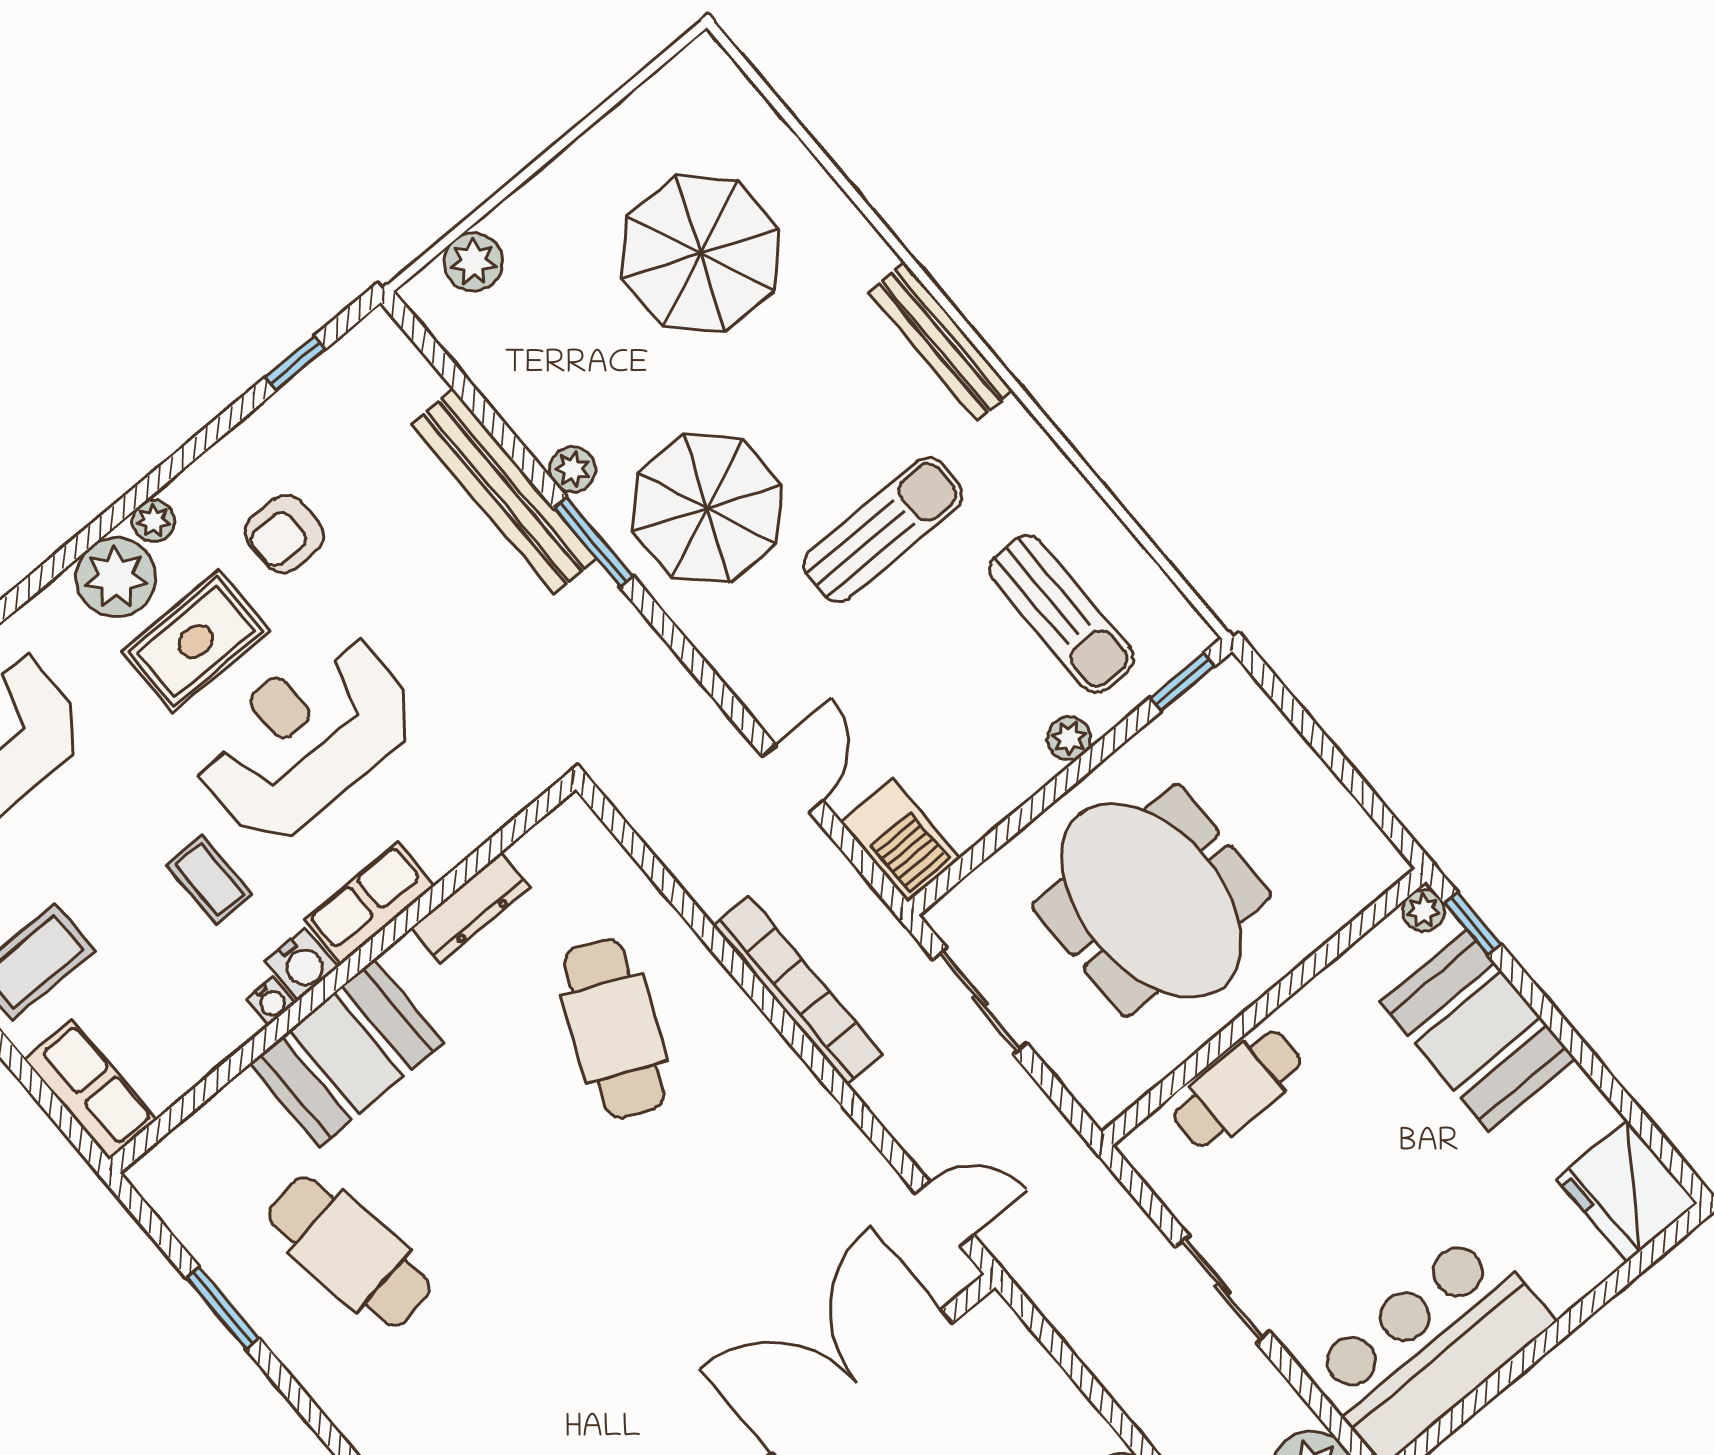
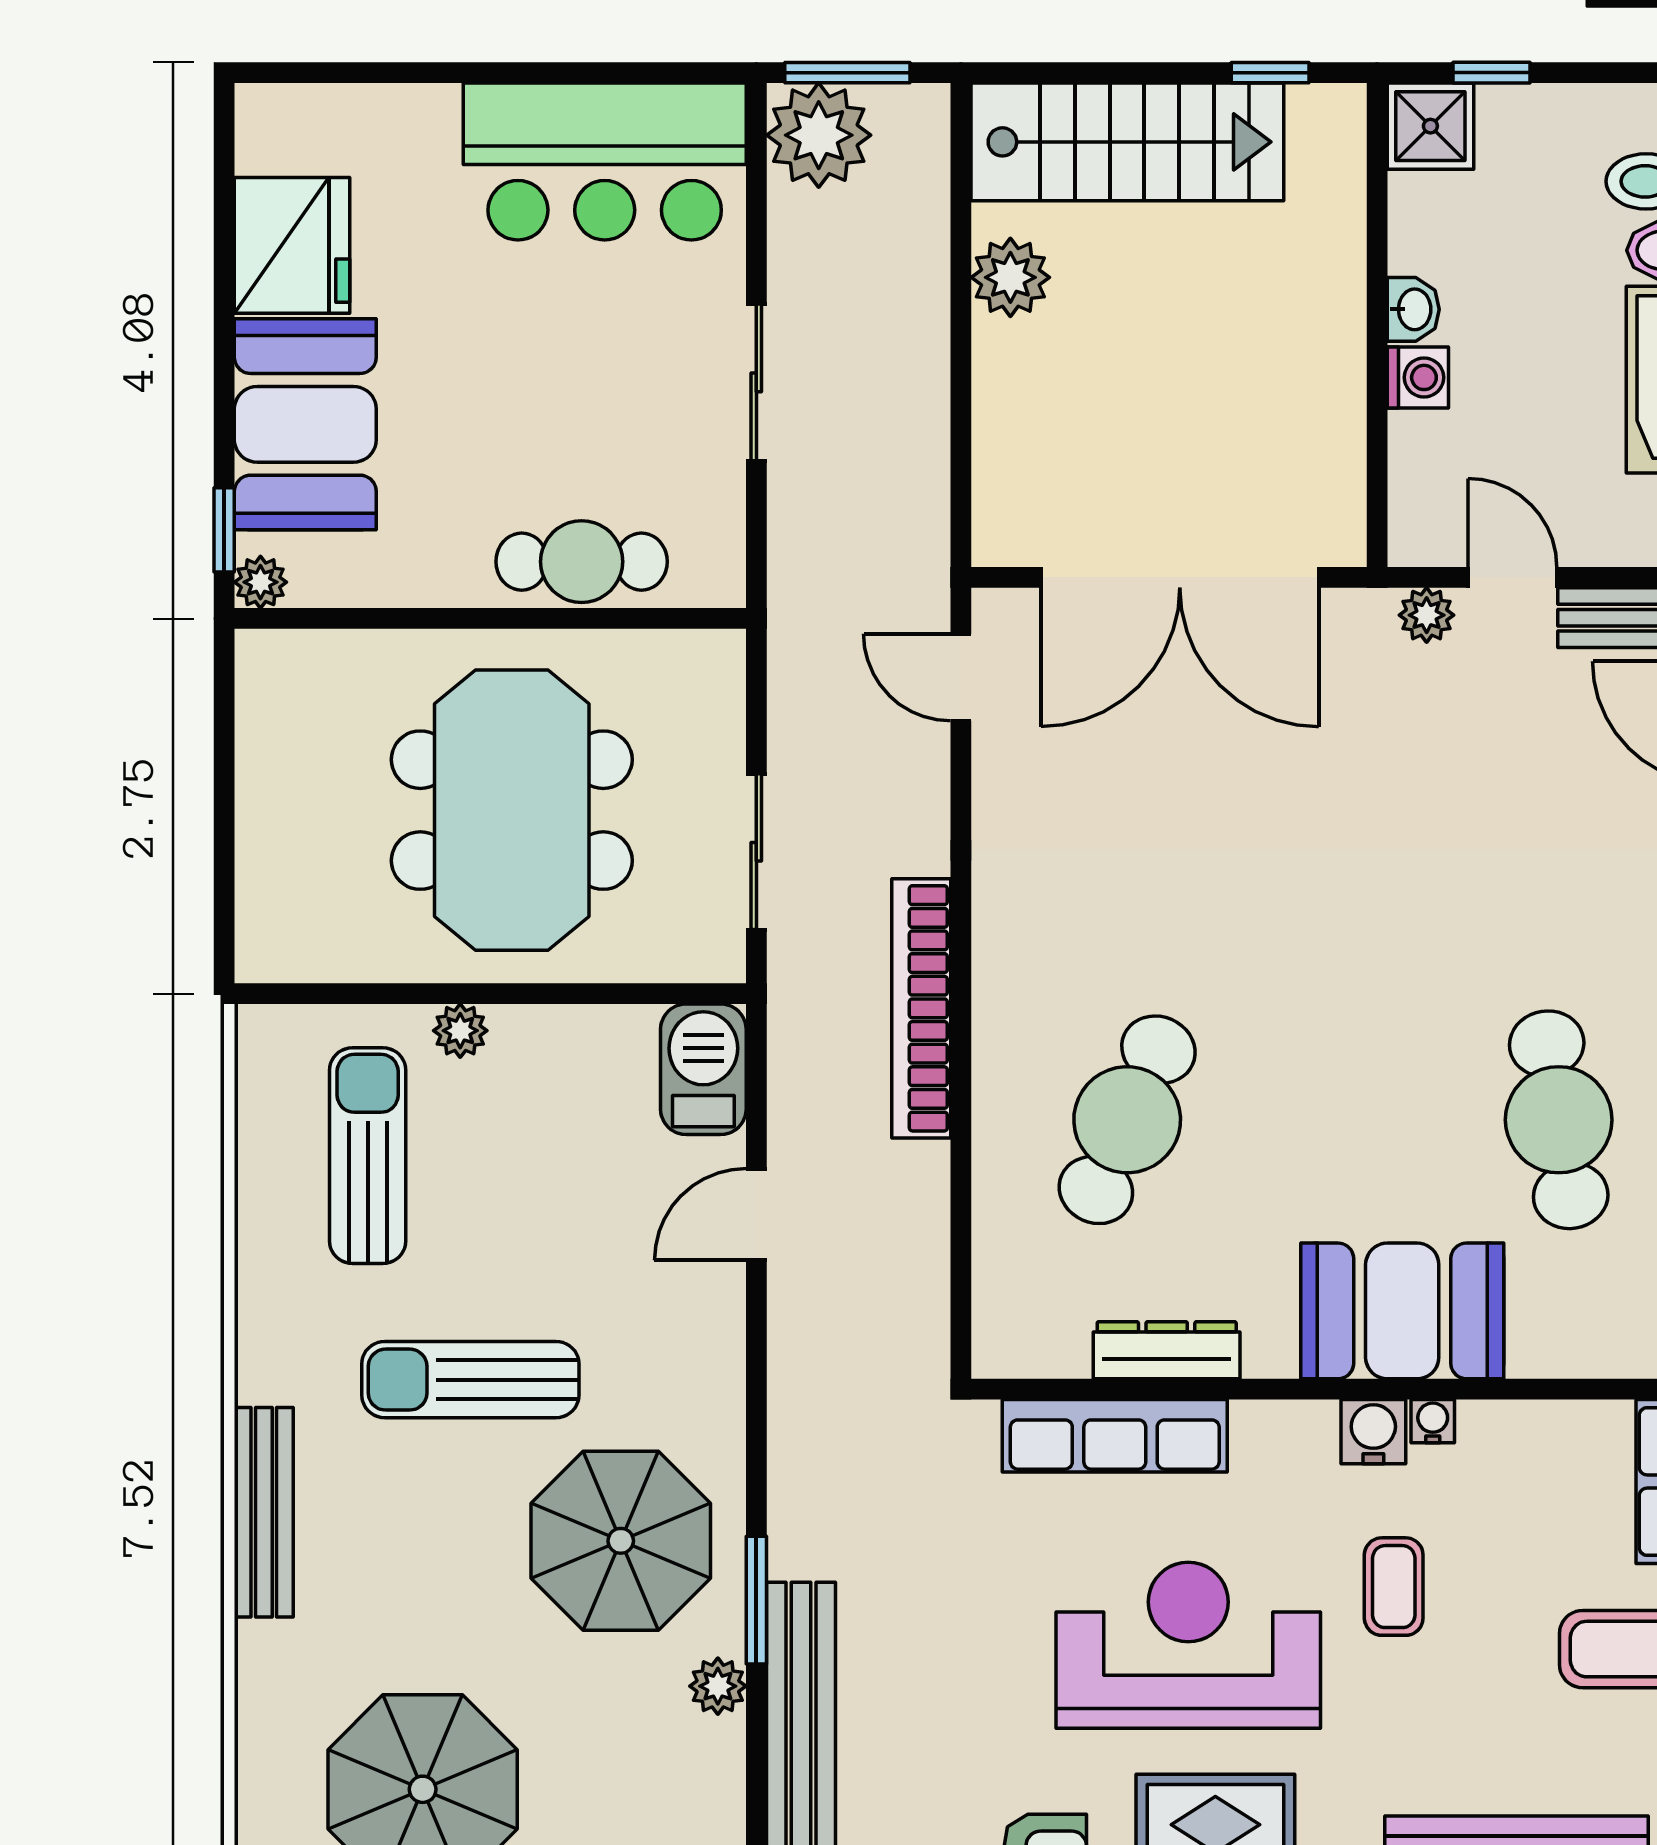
window: (1182, 682) -> (307, 994), removed
reception desk: (305, 737) -> (1188, 1645), turned 180
row of seats: (369, 903) -> (1115, 1436), moved, width x1.48
fridge: (1627, 1191) -> (292, 245), moved

